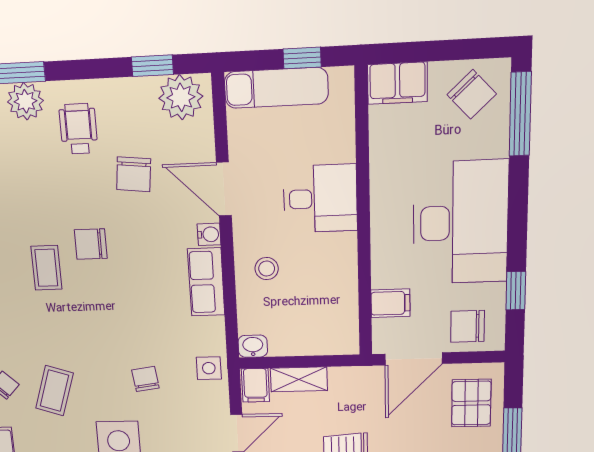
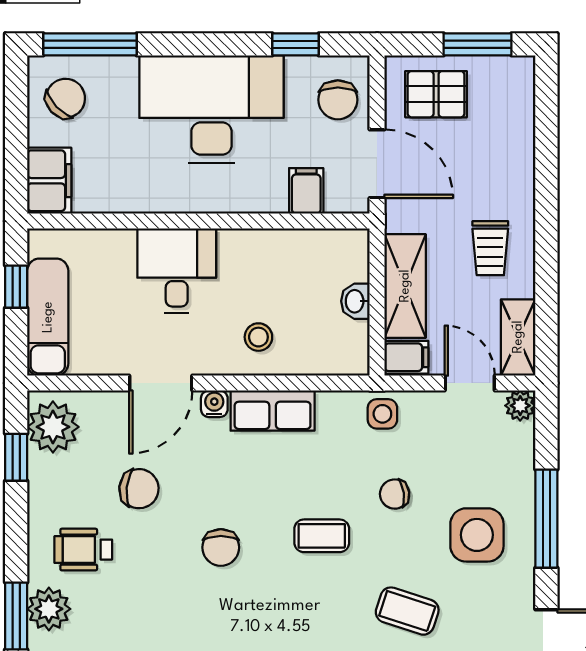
coffee table: (46, 268) -> (322, 536), moved
washbasin: (253, 346) -> (355, 301), moved
shelving: (299, 379) -> (405, 286), width x1.50, depth x1.33

